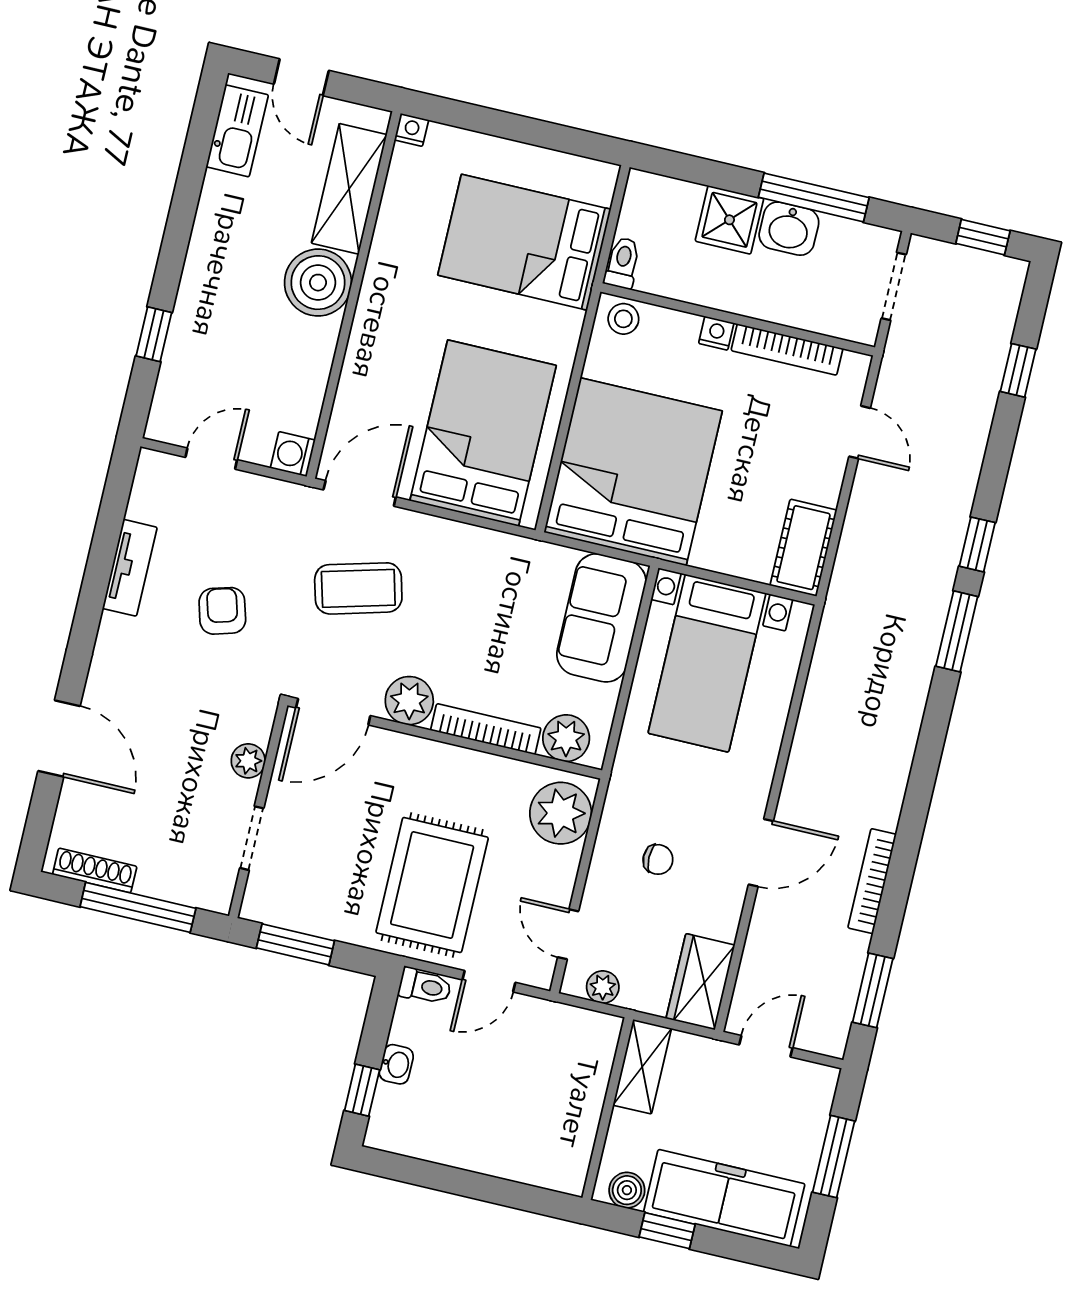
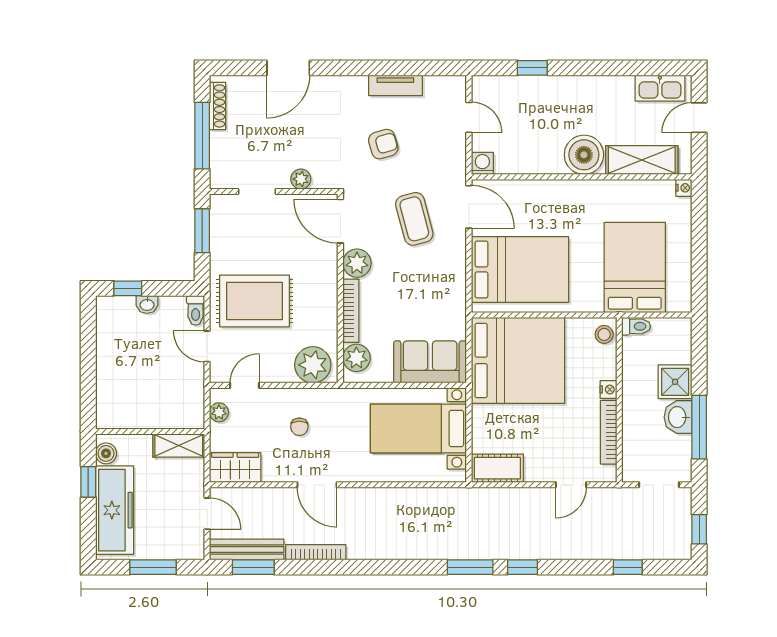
bench: (841, 995) -> (247, 550), added

